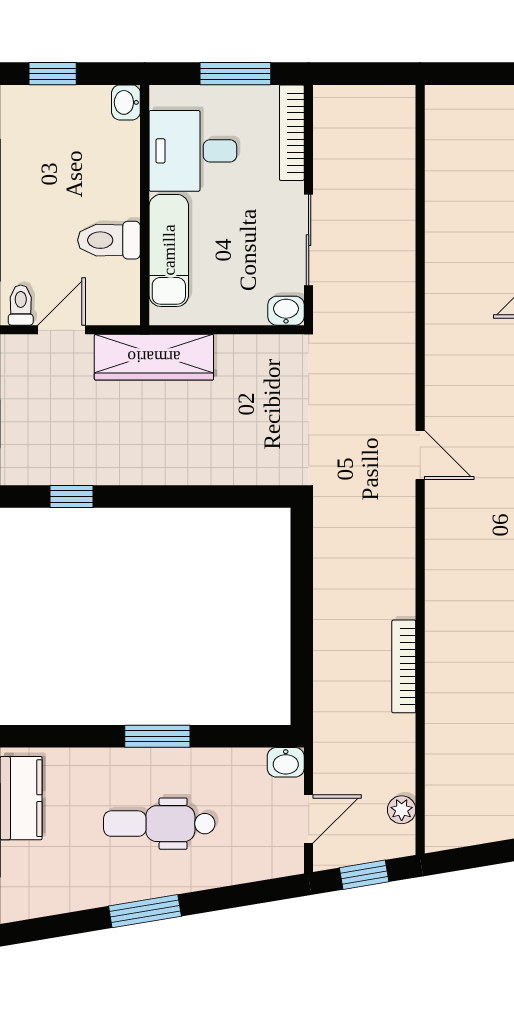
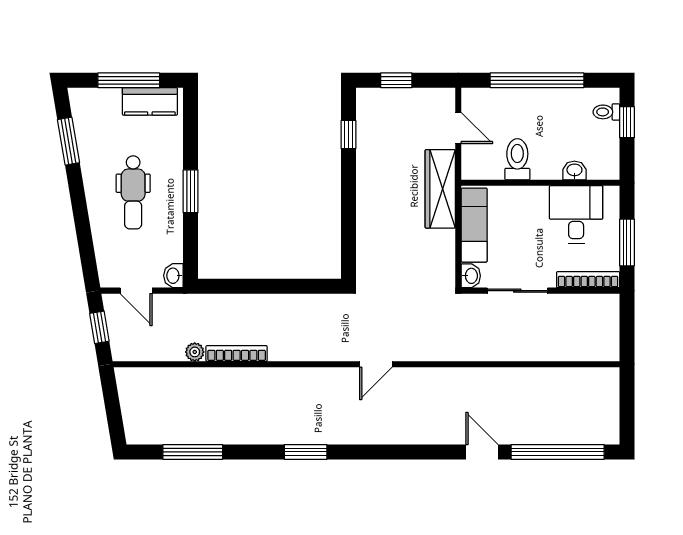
washbasin: (126, 102) -> (574, 170), moved
exam couch: (169, 250) -> (474, 225), moved, turned -90
toilet: (21, 305) -> (606, 112), moved, turned 180
plant: (402, 810) -> (195, 352), moved
dental chair: (159, 824) -> (133, 192), turned 180
window: (145, 911) -> (69, 141), moved

